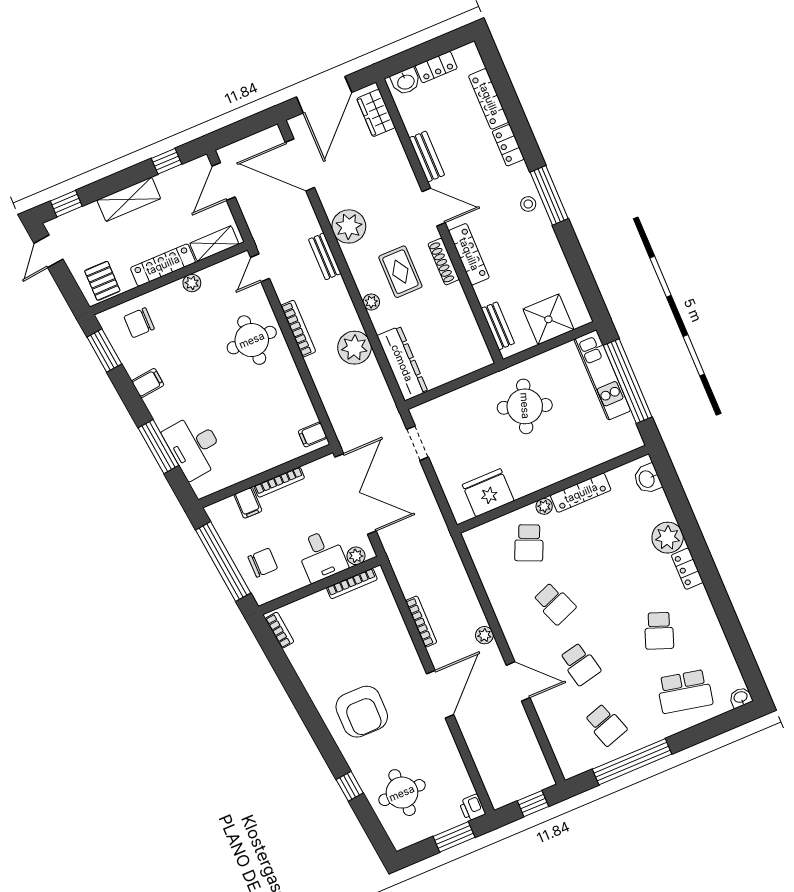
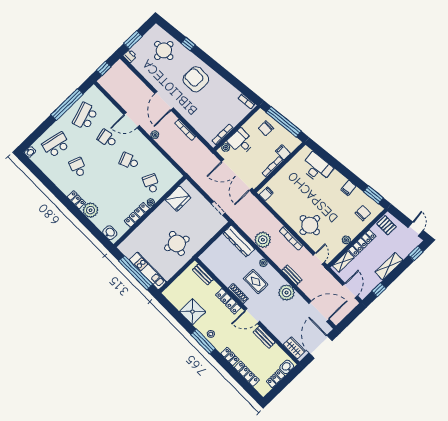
shower: (548, 319) -> (193, 312), moved
window: (158, 447) -> (333, 161), removed
school desk: (606, 725) -> (85, 116), width x1.85

